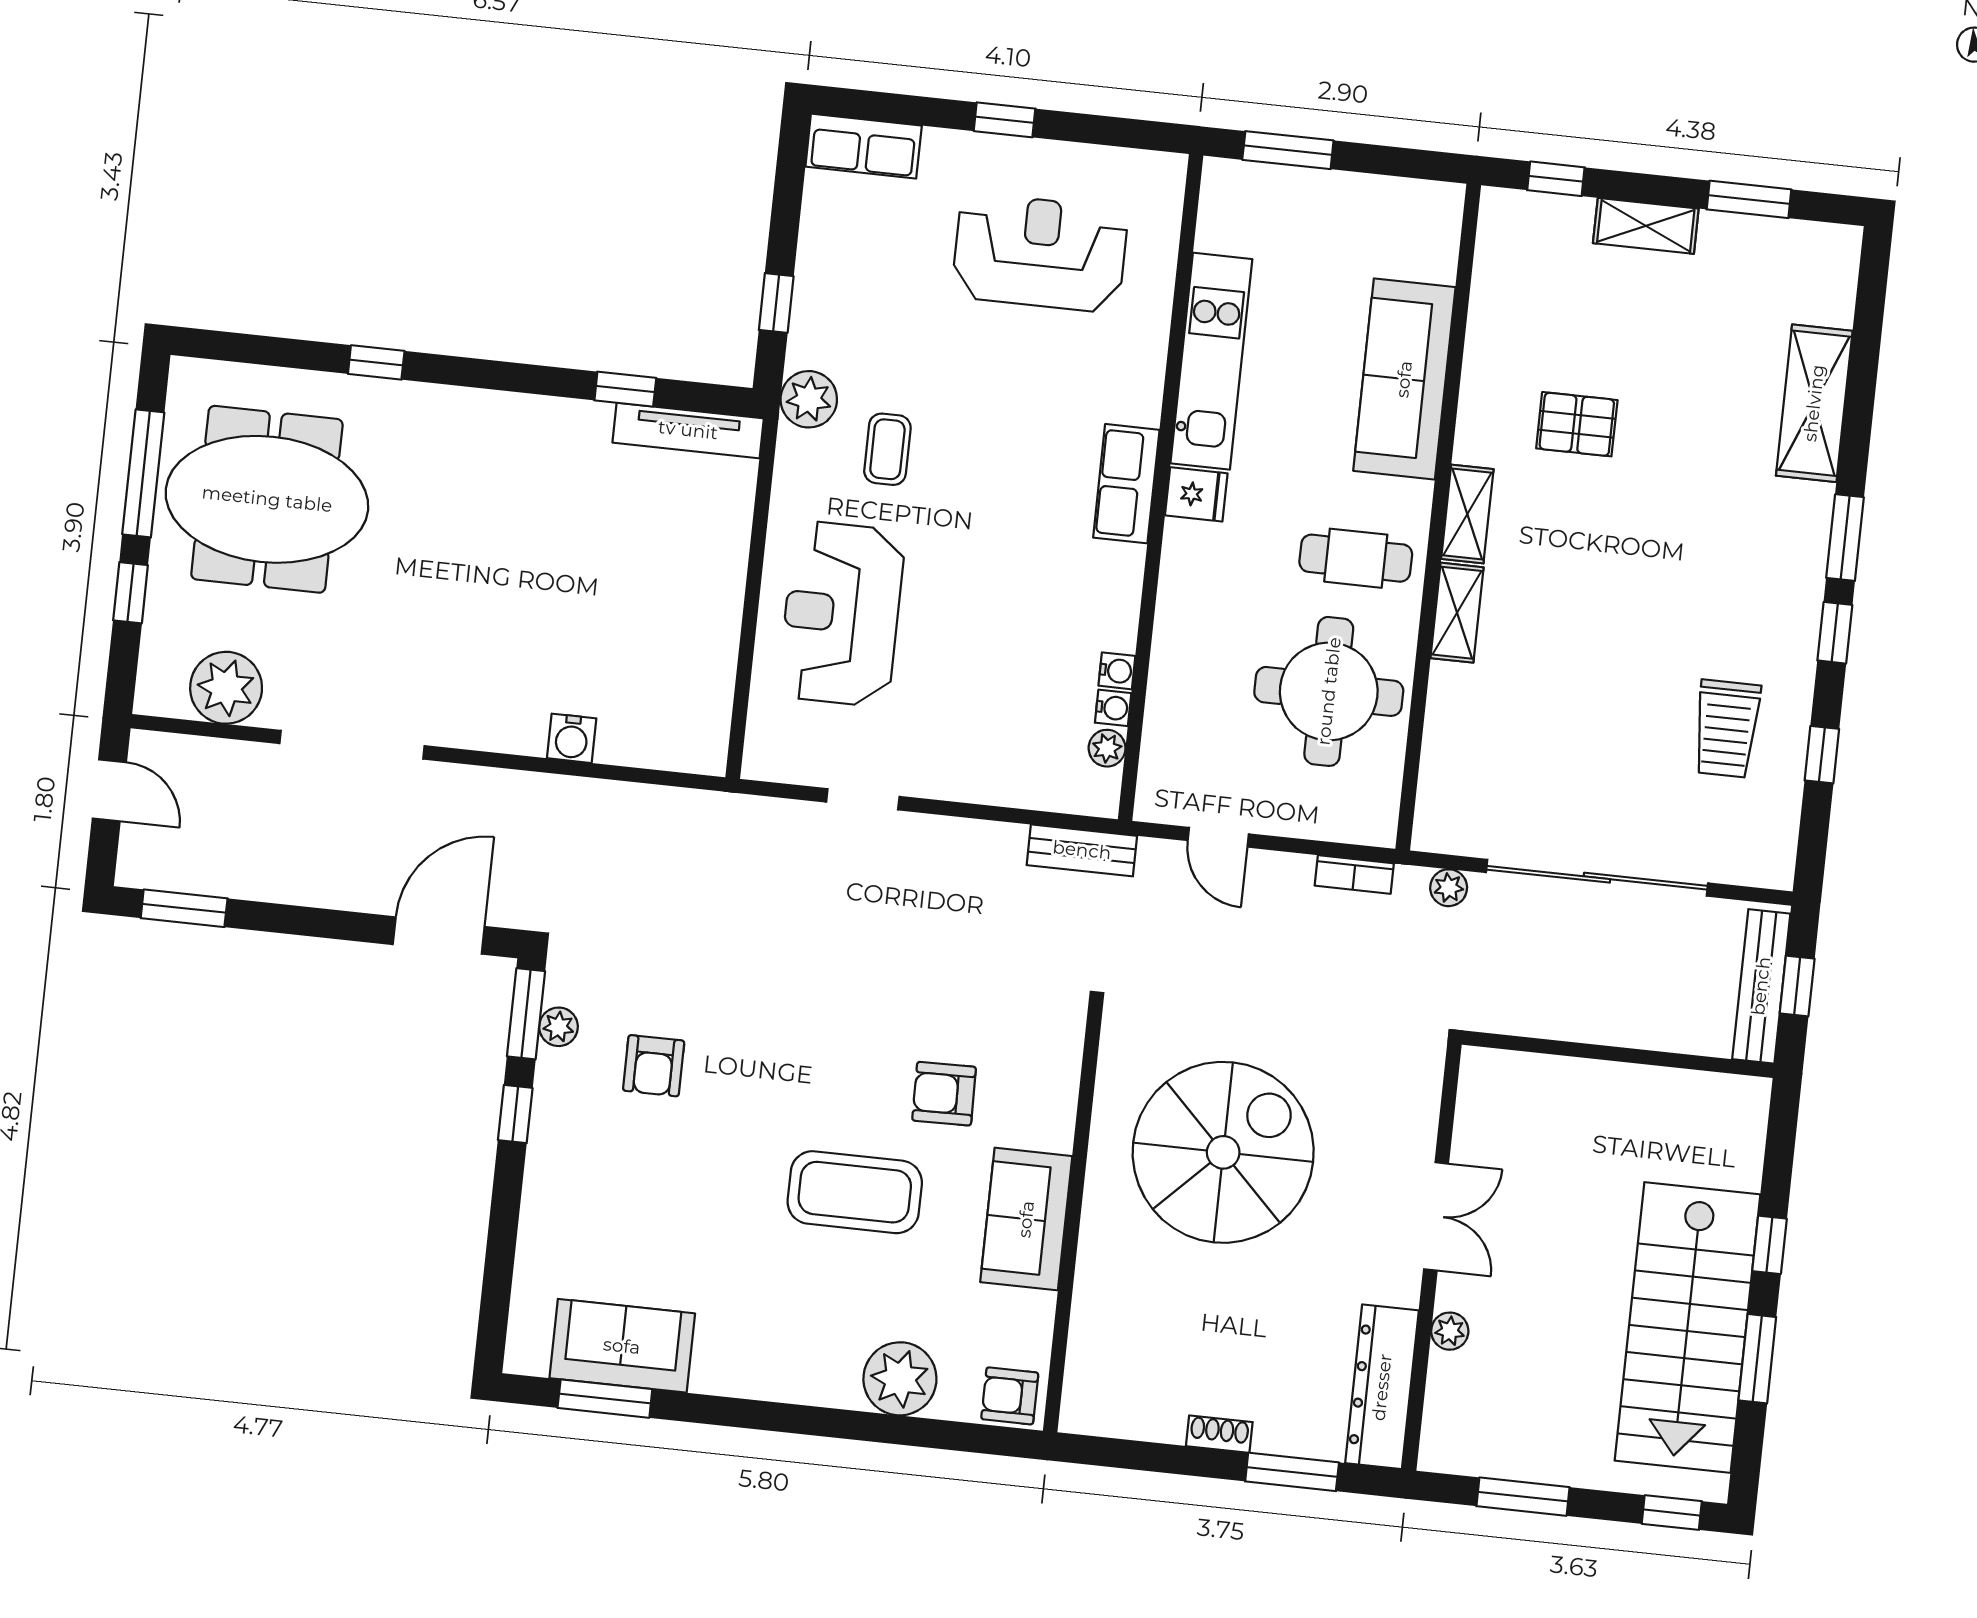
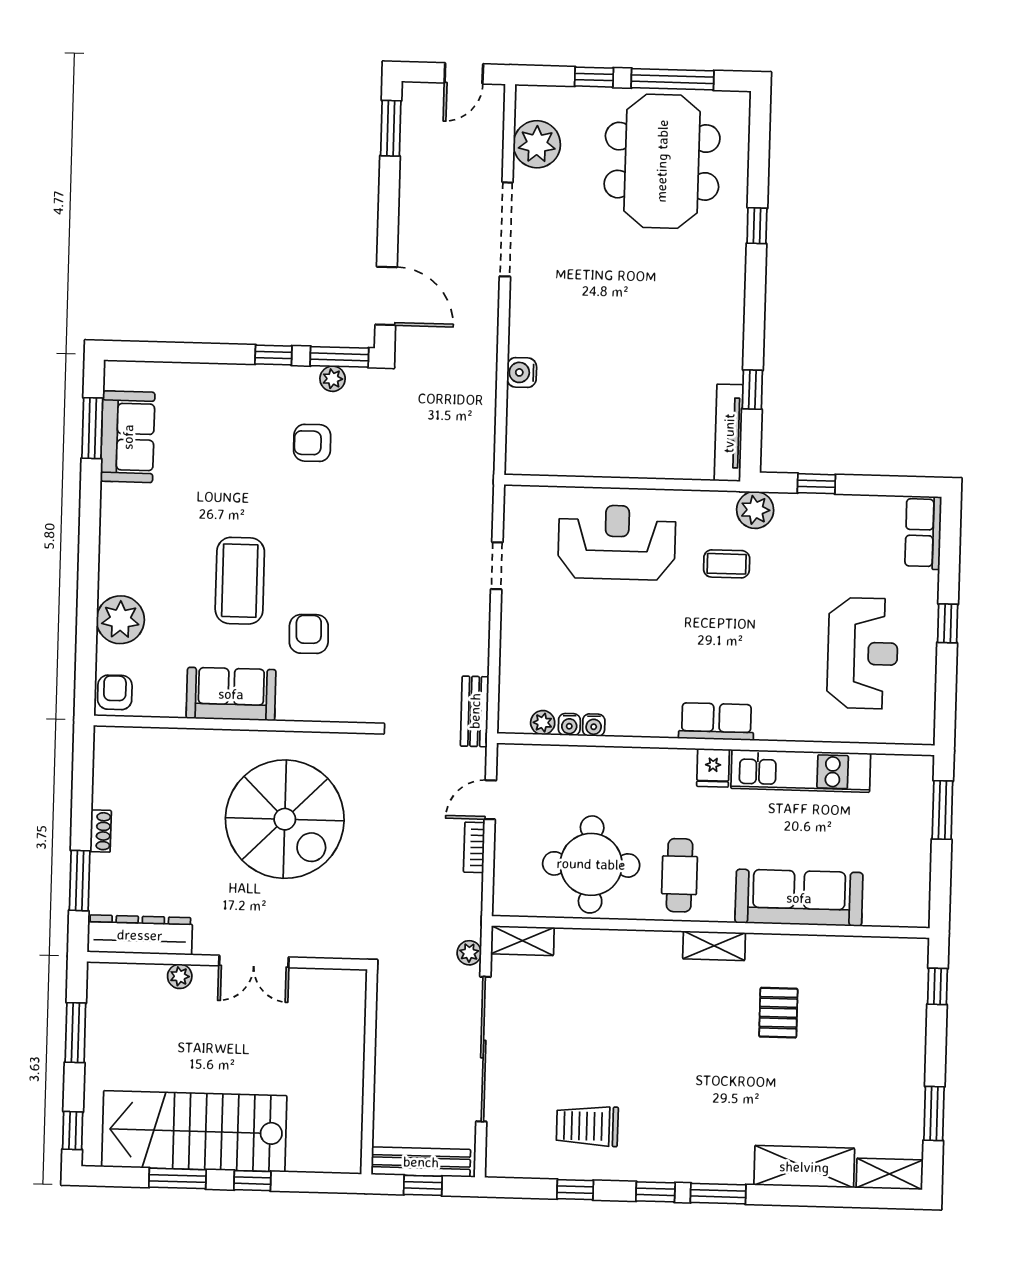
shelving: (1646, 226) -> (890, 1174), moved, turned 90
shelving: (1457, 613) -> (522, 941), moved
bookcase: (1354, 874) -> (474, 847), moved

